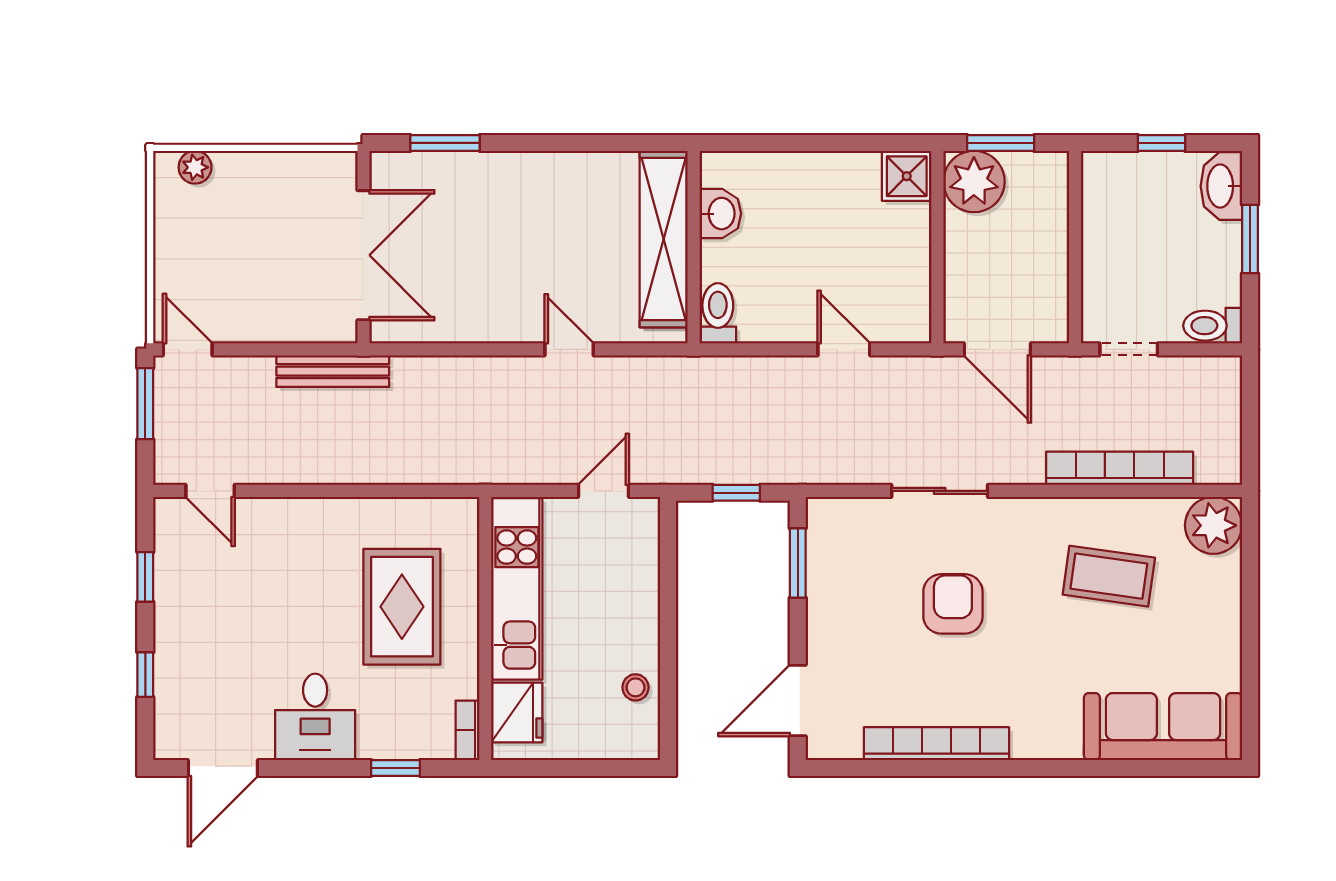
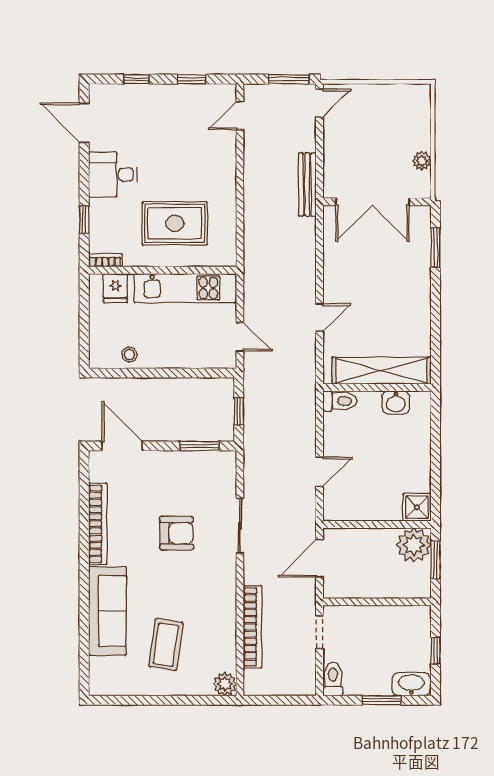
plant: (195, 167) -> (422, 161), moved
plant: (1213, 525) -> (225, 684), width x0.73, depth x0.73
coffee table: (1109, 576) -> (166, 645), moved
fridge: (517, 712) -> (115, 288), width x0.72
sofa: (1163, 727) -> (107, 611), moved

